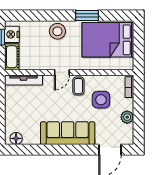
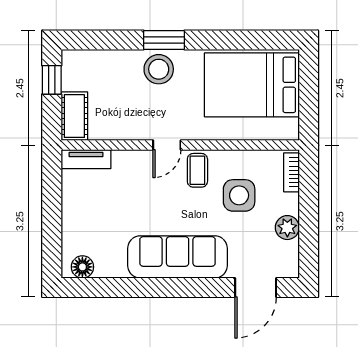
window: (87, 15) -> (164, 40), moved
nightstand: (12, 34) -> (75, 75), removed
tv unit: (24, 80) -> (86, 159), width x0.71

